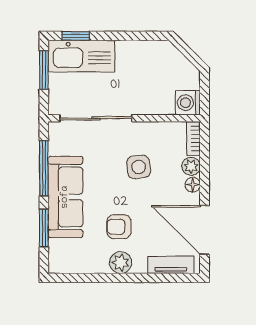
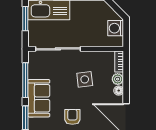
washing machine: (188, 103) -> (116, 28), moved
sofa: (65, 197) -> (39, 98), width x0.73
armchair: (119, 227) -> (72, 117), turned 90

